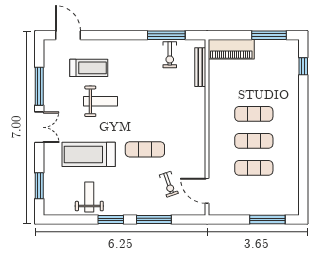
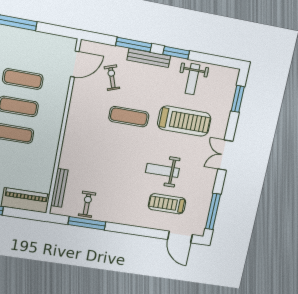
window: (39, 86) -> (213, 211), moved
door: (207, 191) -> (75, 64), hinge flipped
bench: (137, 210) -> (149, 58), added

